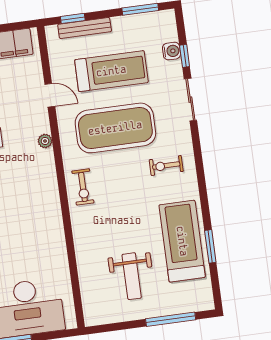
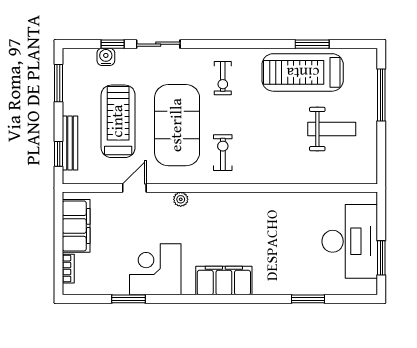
exercise bike: (83, 187) -> (223, 153), moved, turned -90

